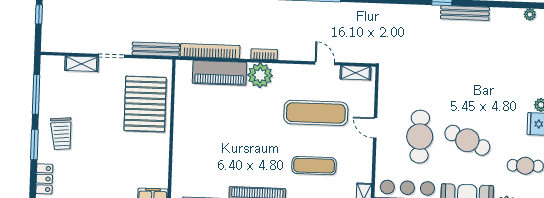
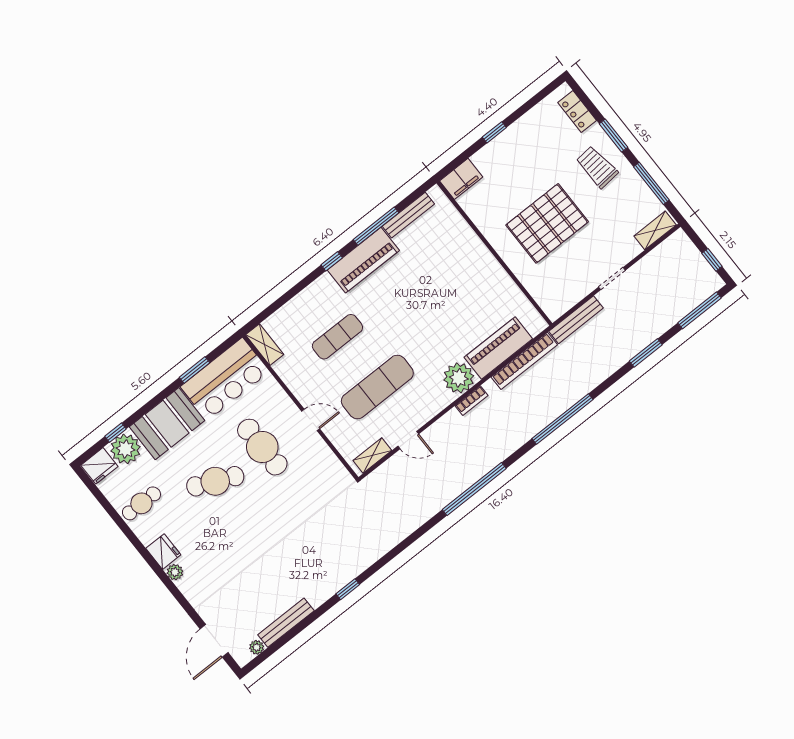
bench: (465, 13) -> (286, 623), moved
shelving: (81, 64) -> (655, 230), moved
pallet: (145, 104) -> (547, 223), moved, turned 90

